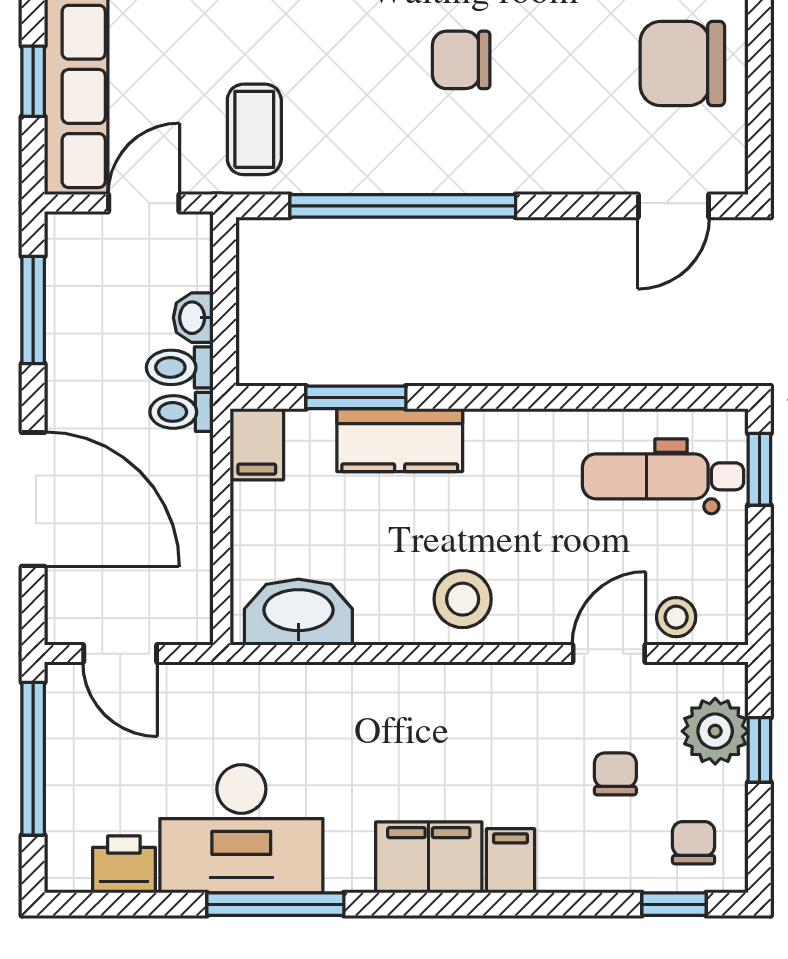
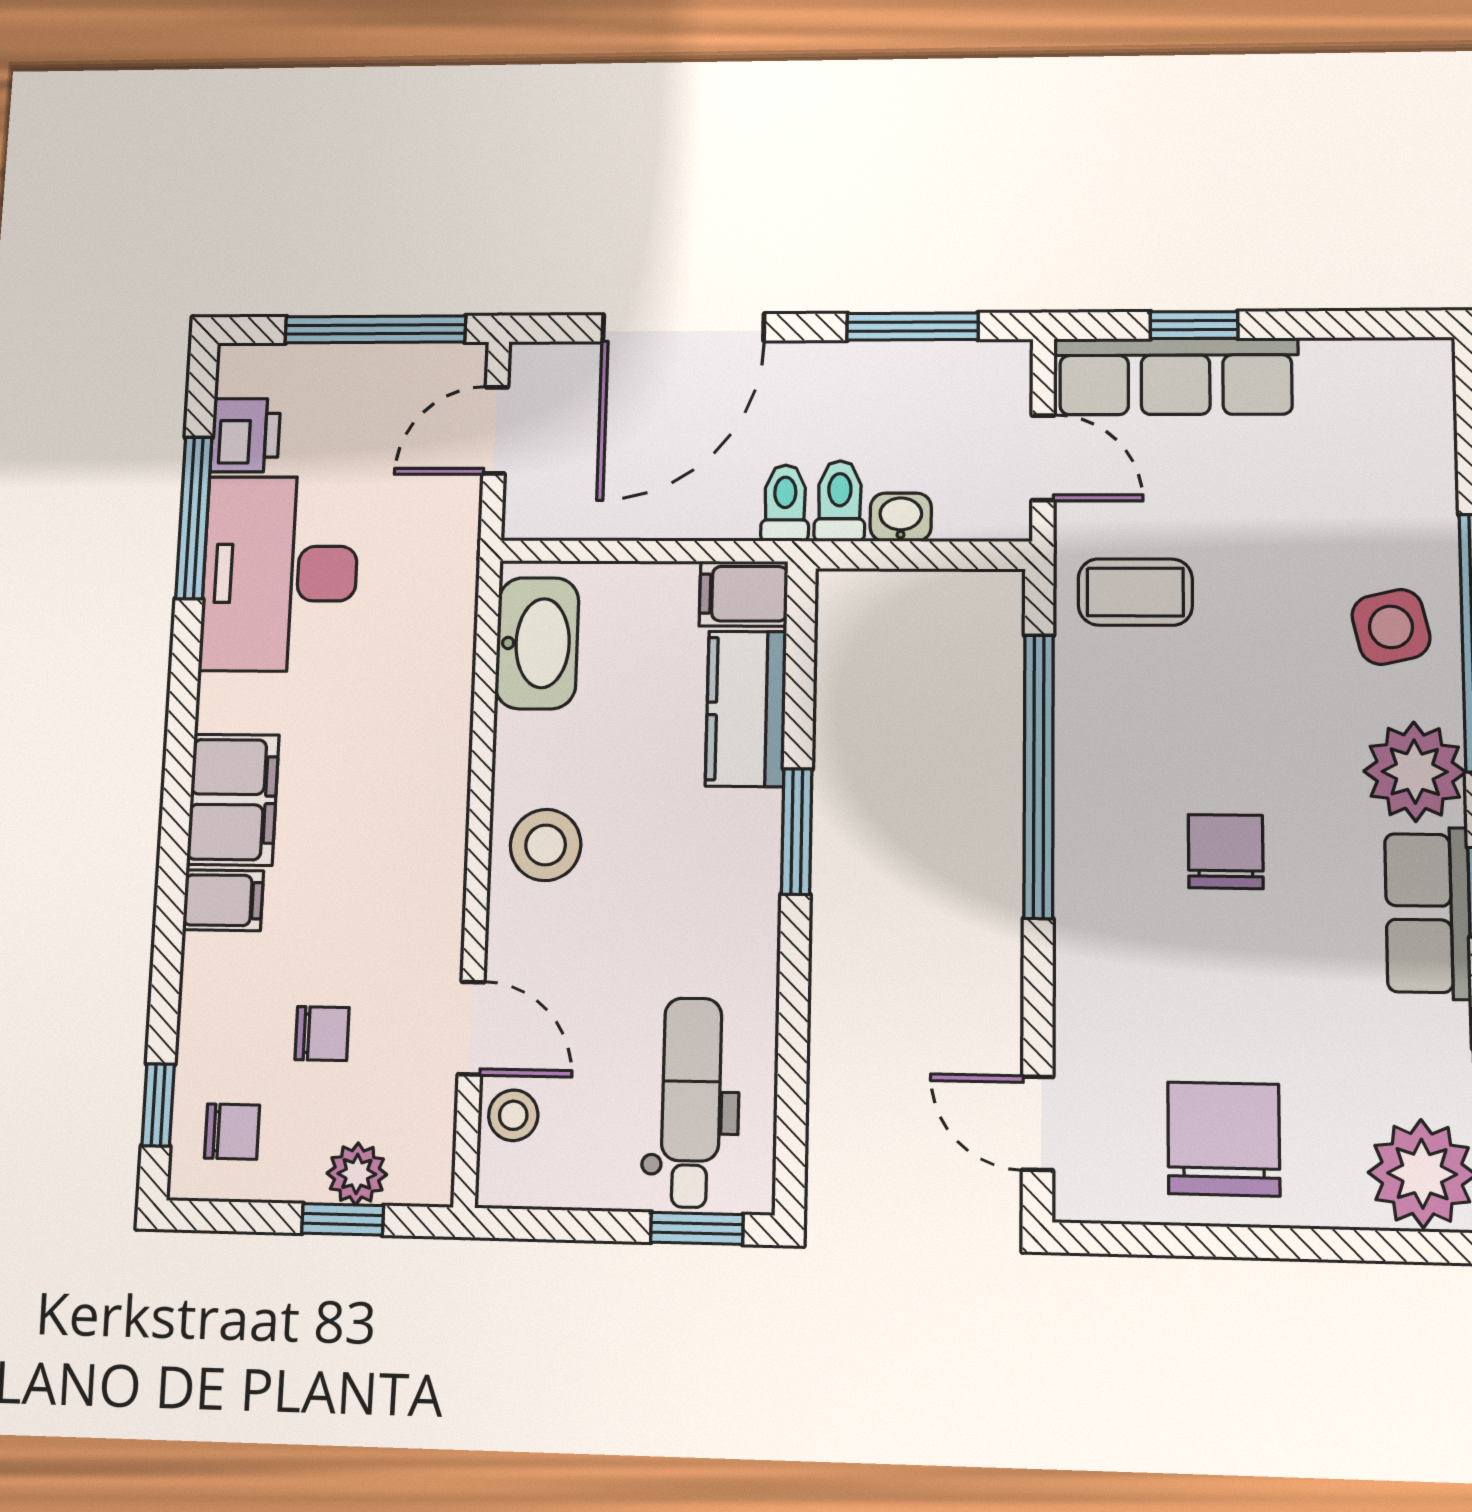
window: (356, 397) -> (797, 831), moved
kitchen counter: (400, 440) -> (746, 709), moved
plant: (715, 731) -> (357, 1174), width x0.73, depth x0.73
window: (275, 904) -> (194, 518), moved

